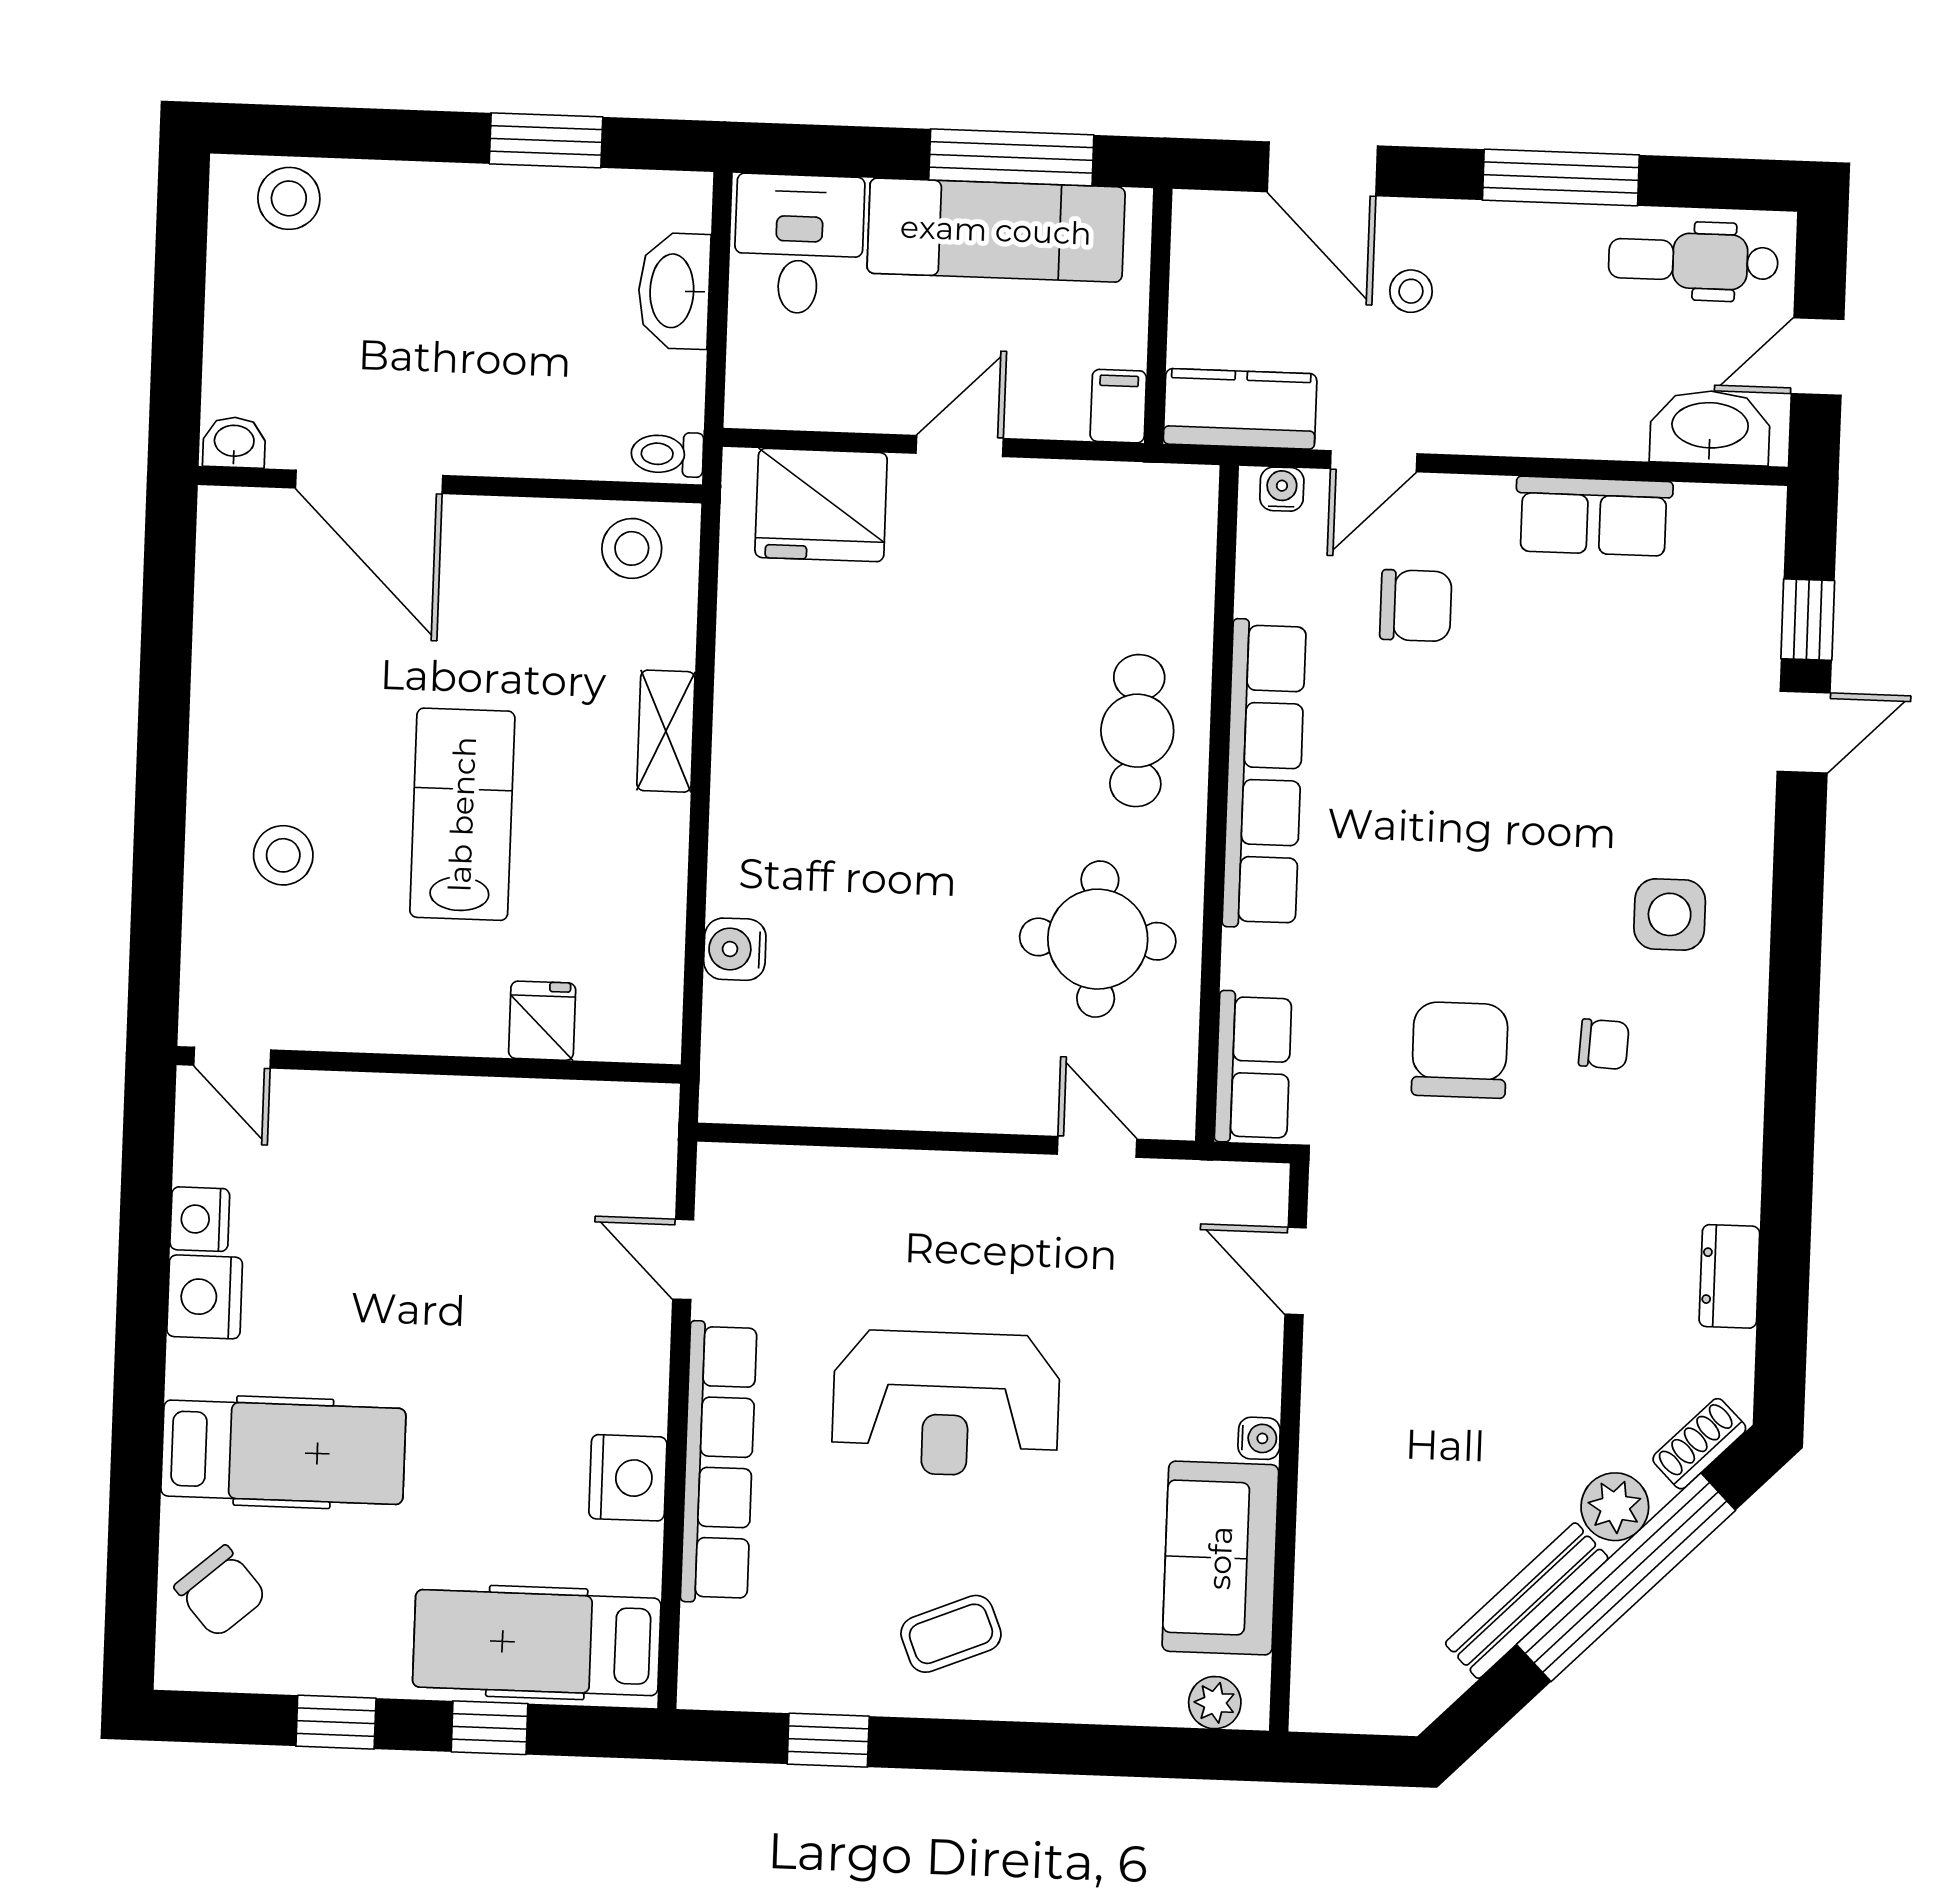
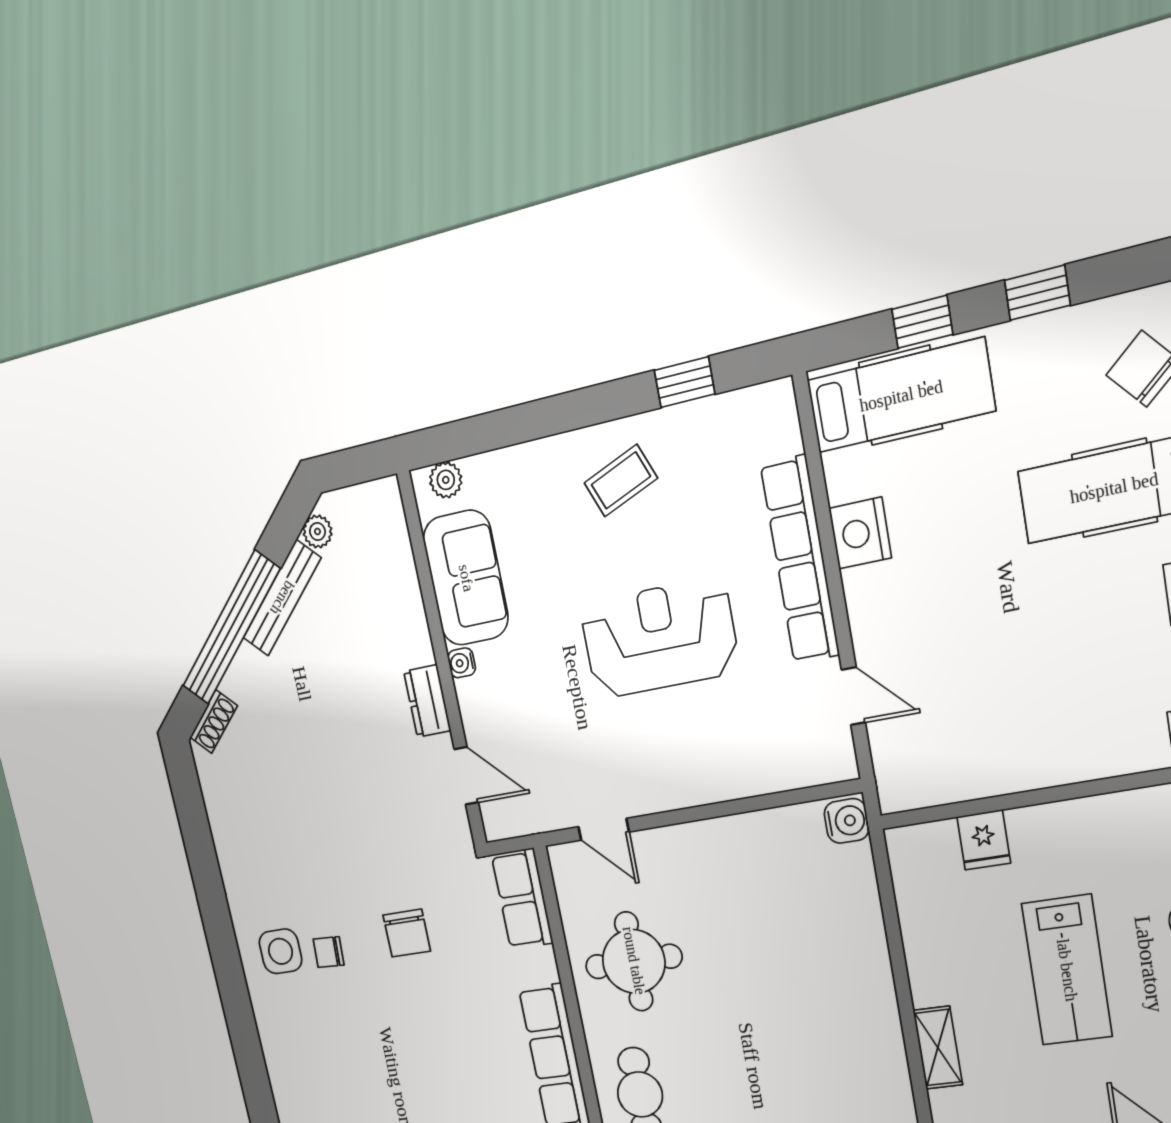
side table: (1670, 914) -> (281, 951), moved
water cooler: (735, 949) -> (847, 821), moved
chair: (1460, 1050) -> (407, 933), width x0.73, depth x0.73
dresser: (1729, 1276) -> (427, 701), moved, turned 180
plant: (1615, 1507) -> (317, 532), moved, width x0.73, depth x0.73

